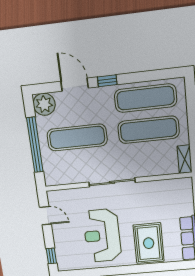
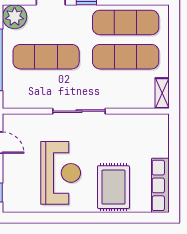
reception desk: (102, 236) -> (61, 173), turned 180

